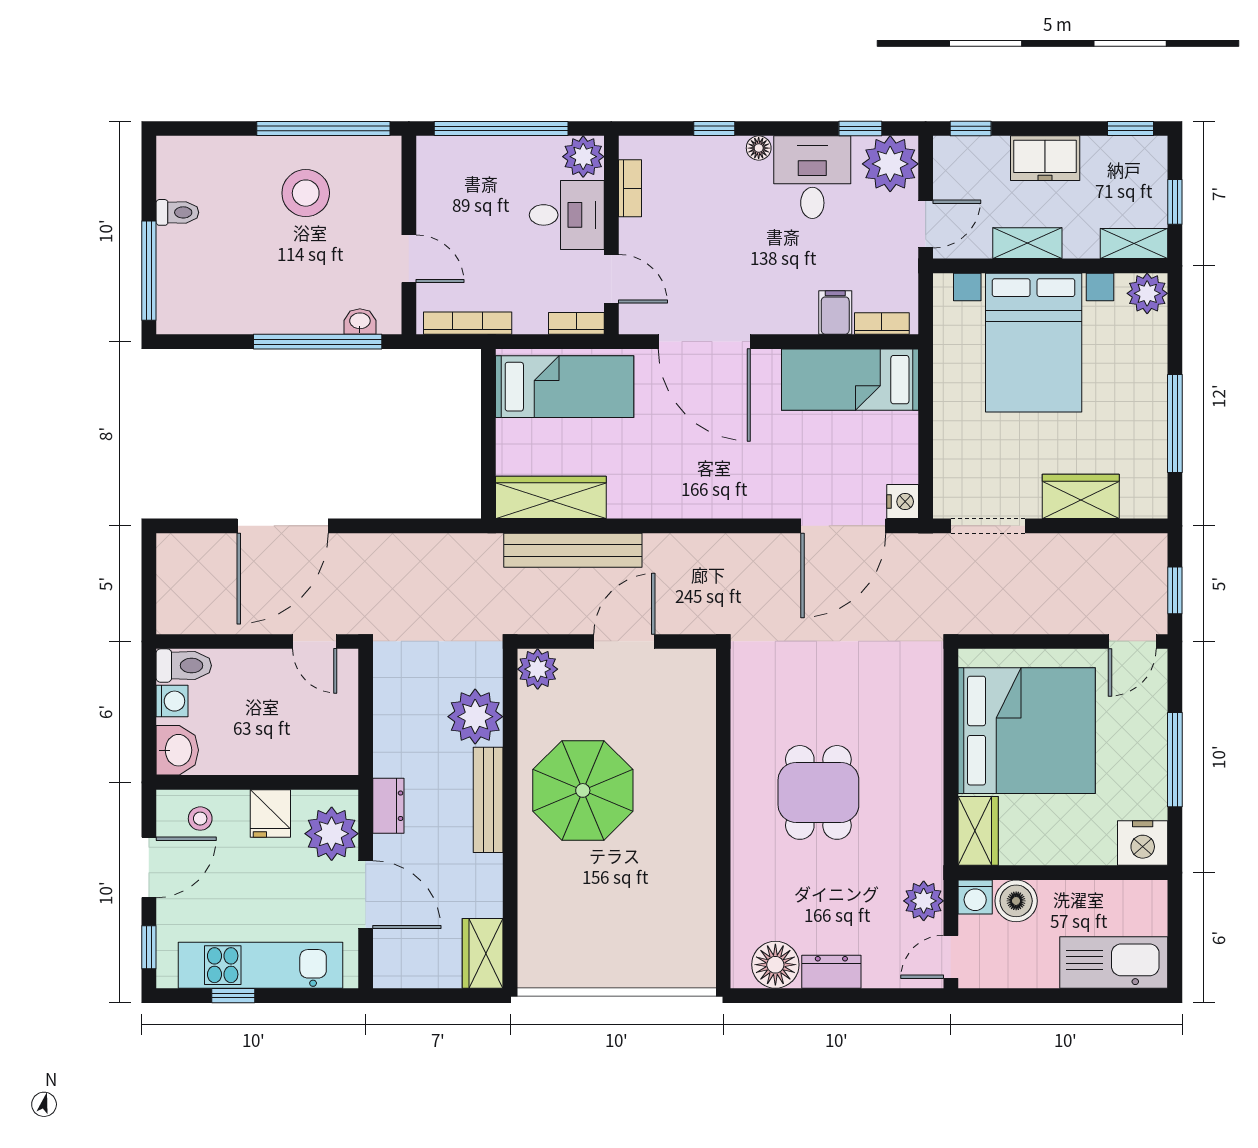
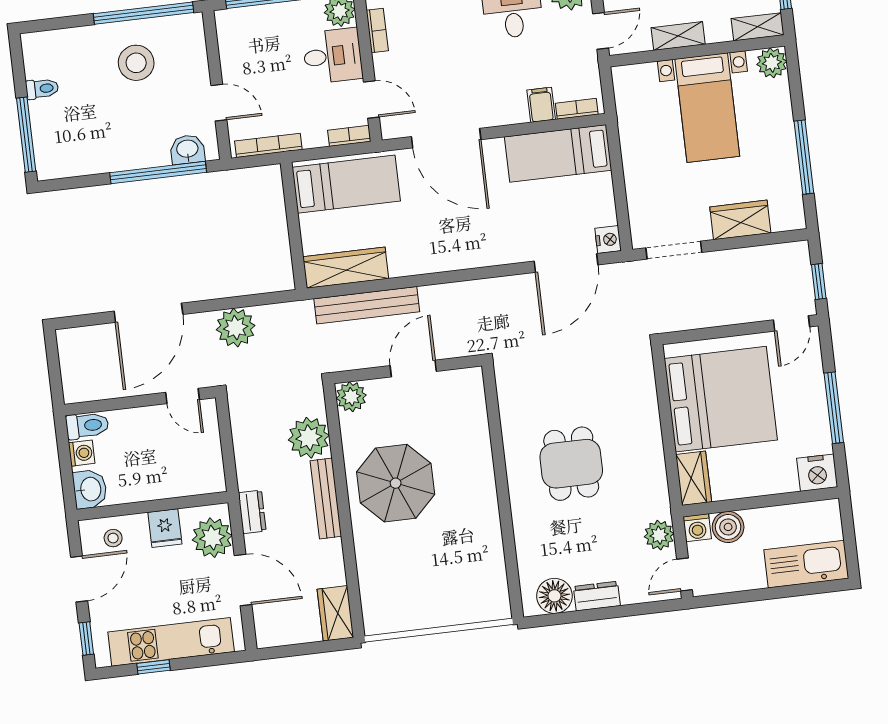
washbasin: (360, 322) -> (187, 149), width x1.38, depth x1.45
bed with nightstands: (1034, 343) -> (707, 108), width x0.73
plant: (396, 559) -> (236, 328), added

